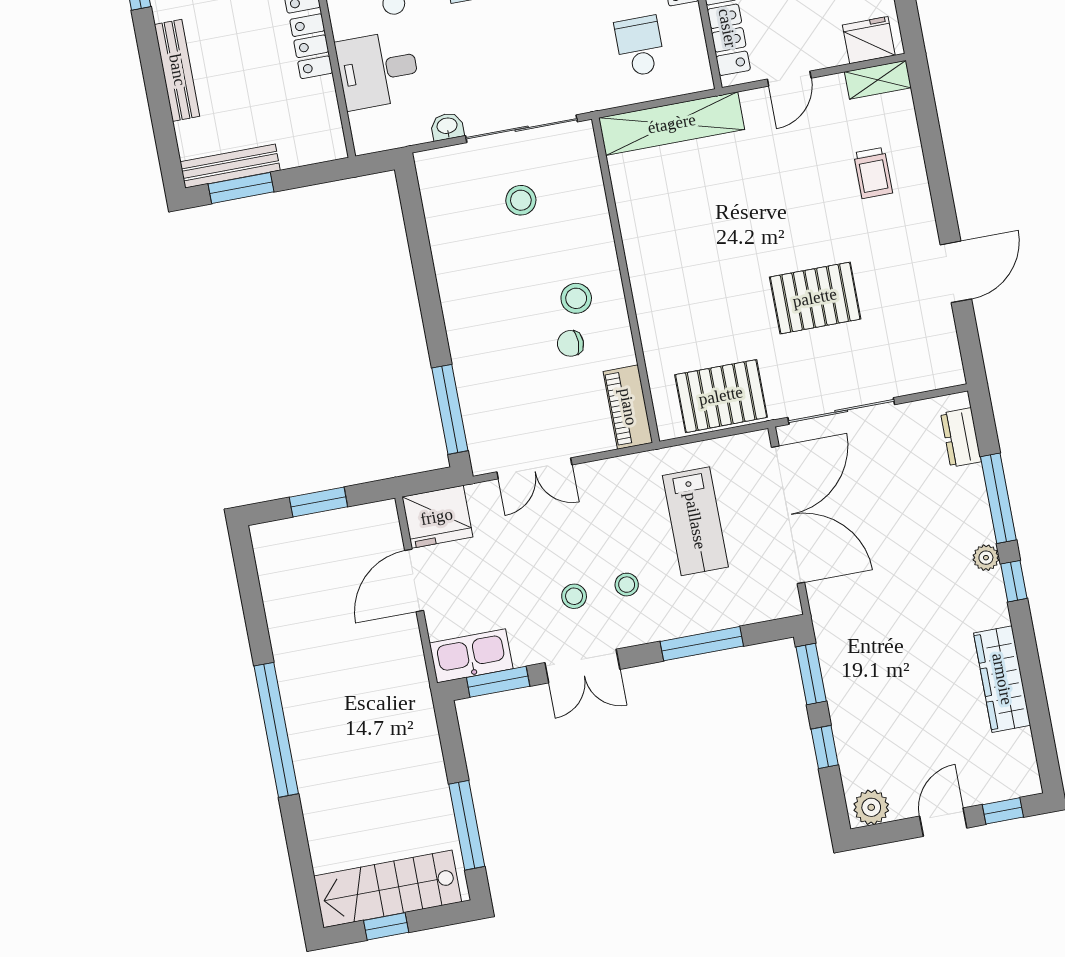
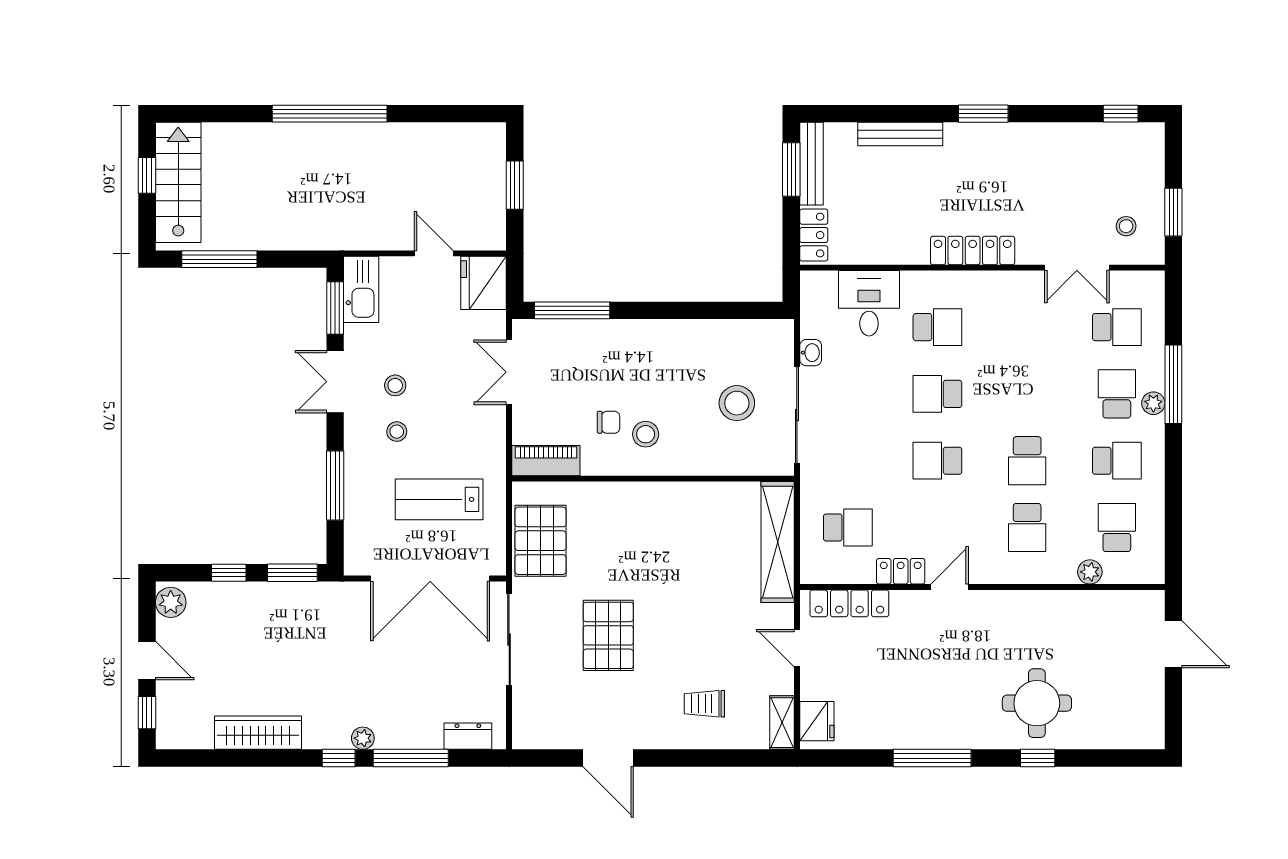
locker: (311, 46) -> (814, 235), moved, turned 90
stool: (521, 200) -> (737, 403), width x1.38, depth x1.38
chair: (570, 343) -> (609, 422), turned 90
door: (414, 580) -> (434, 253), width x0.73

